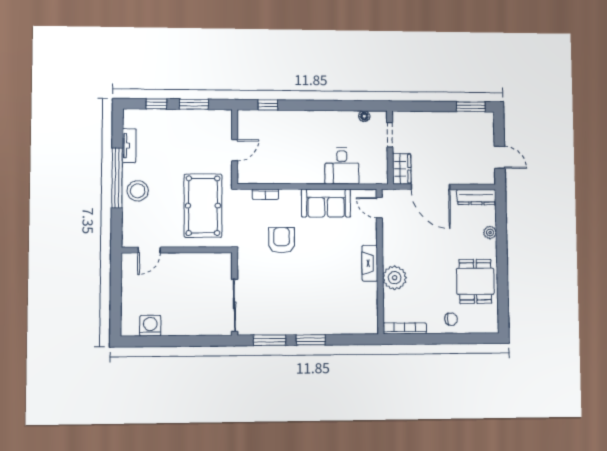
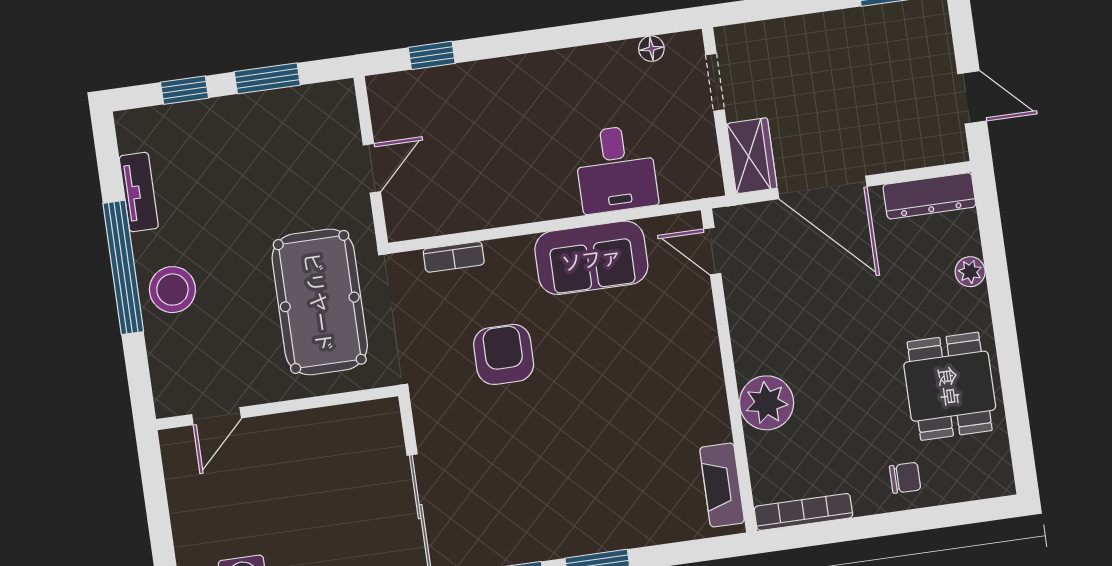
fireplace: (370, 263) -> (722, 485), moved

